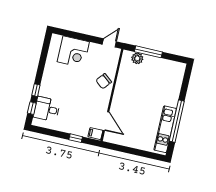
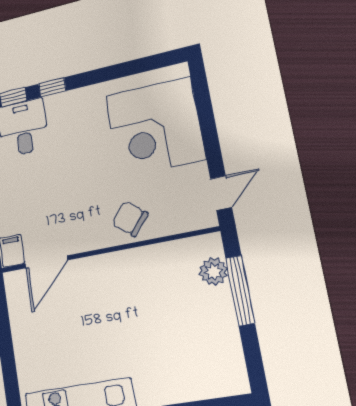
door: (109, 43) -> (221, 193), hinge flipped
corner desk: (73, 52) -> (155, 127), width x1.36, depth x1.36

